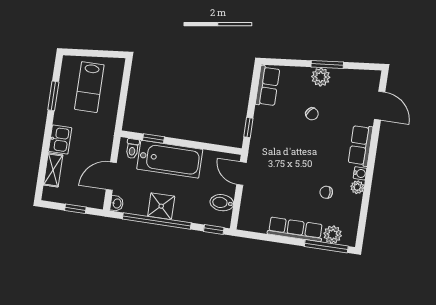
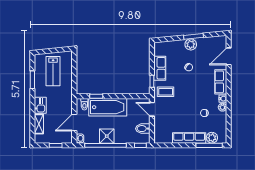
row of seats: (268, 86) -> (160, 68), moved
door: (380, 106) -> (229, 56), swing flipped
coffee table: (268, 148) -> (166, 92), added

